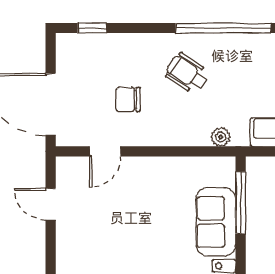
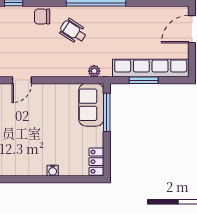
chair: (128, 99) -> (42, 16), moved
sofa: (216, 222) -> (91, 105), moved

